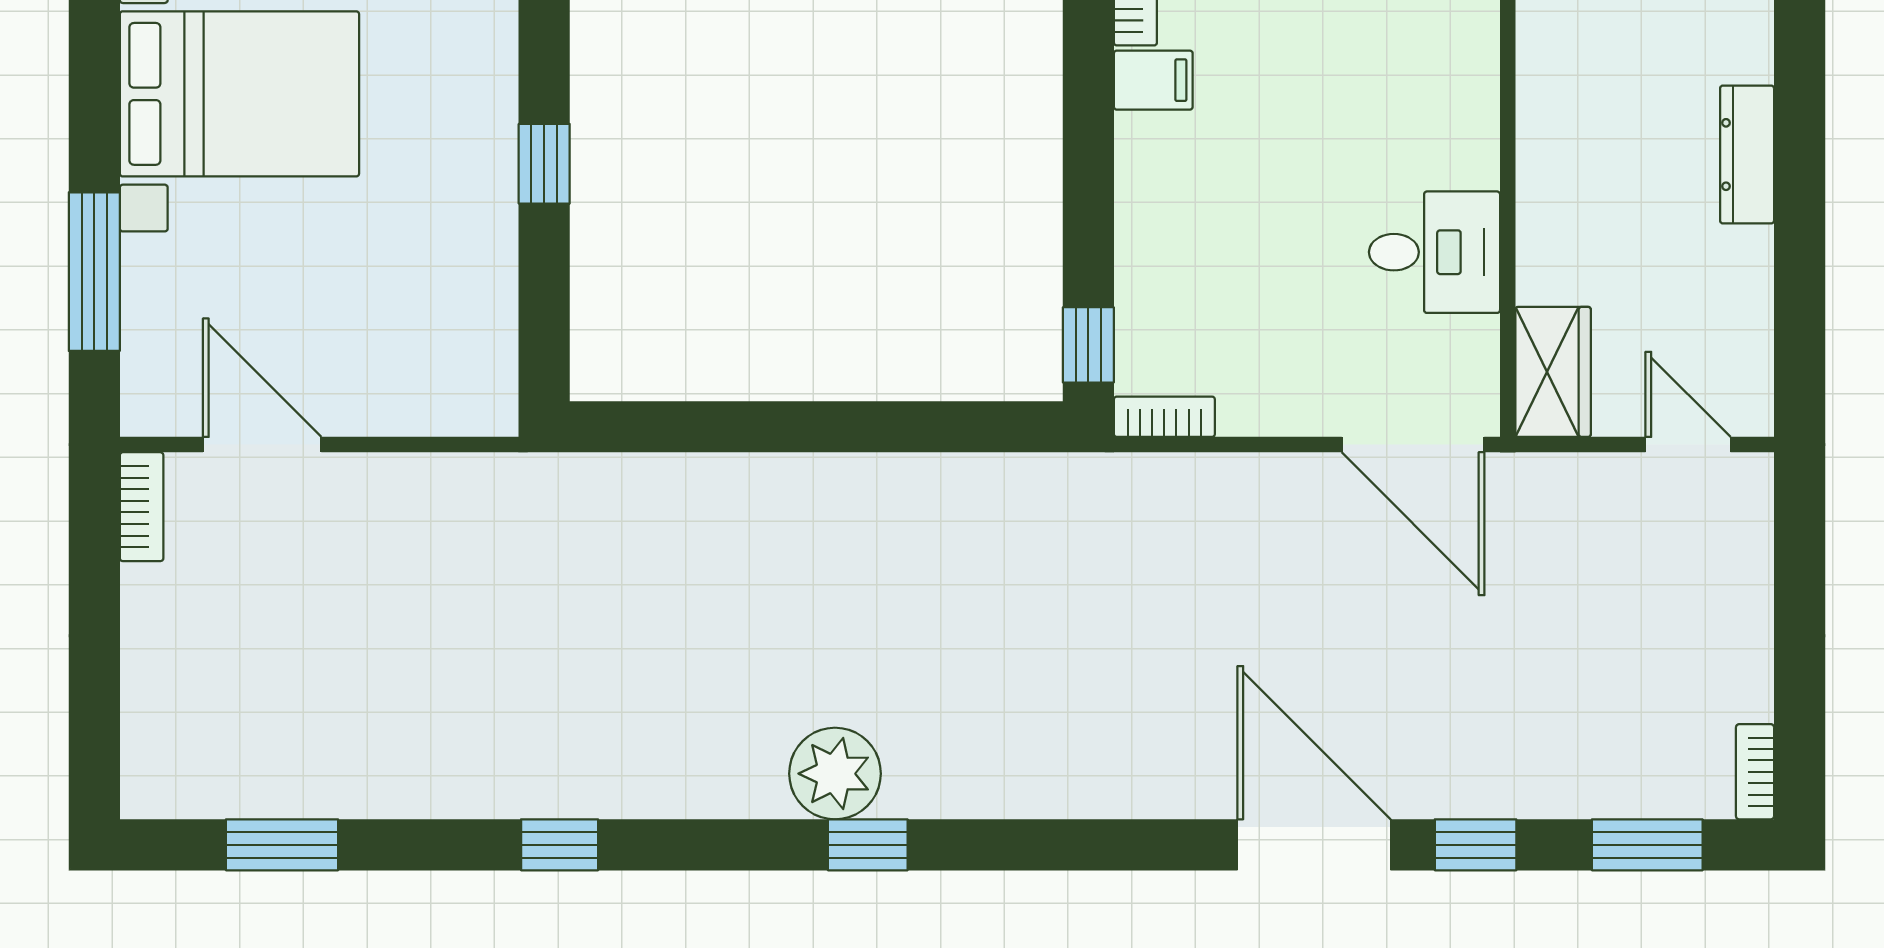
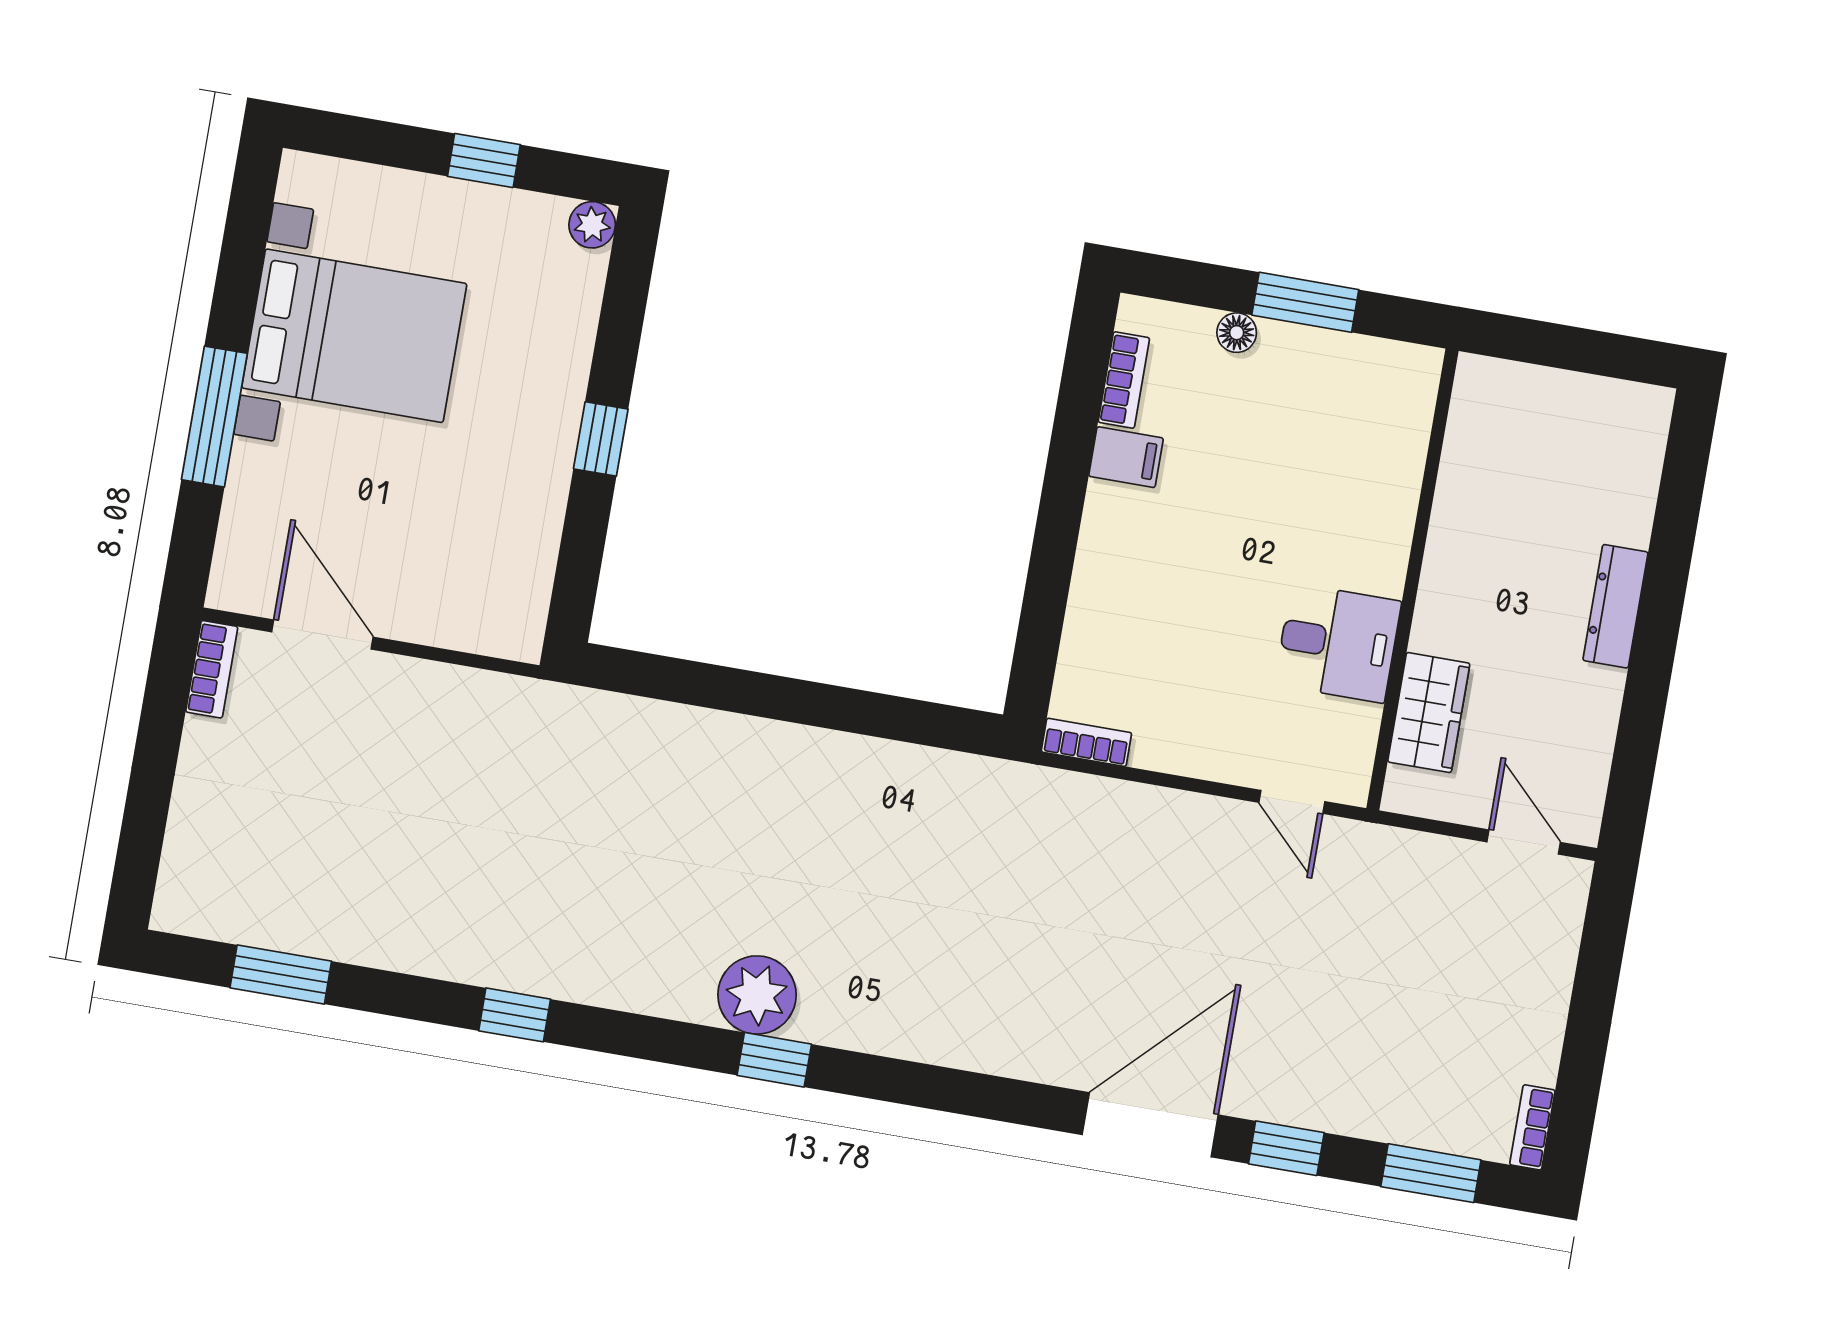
window: (94, 272) -> (214, 417), moved
window: (1088, 345) -> (1033, 671), removed
wardrobe: (1553, 372) -> (1429, 713), moved
door: (1413, 445) -> (1292, 802), width x0.53
door: (1314, 845) -> (1150, 1125), hinge flipped

